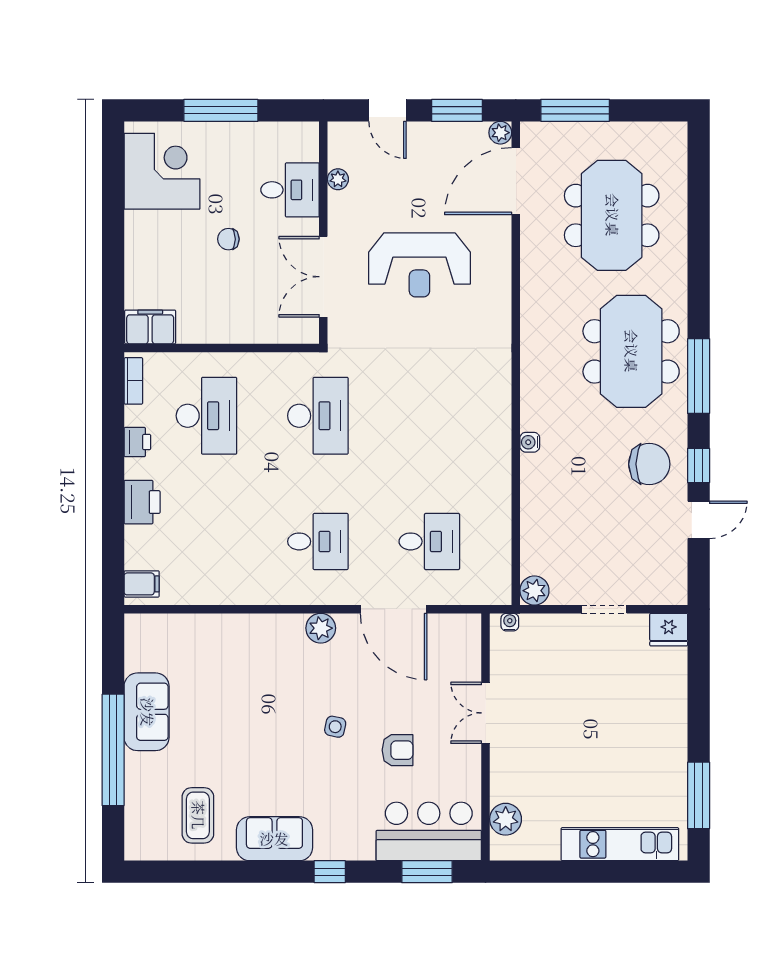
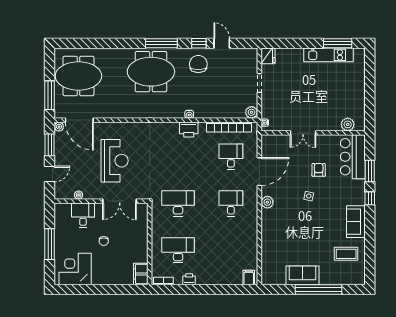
meeting table: (612, 215) -> (78, 76), moved
printer: (142, 502) -> (189, 129), moved, turned 180
bookcase: (500, 537) -> (229, 127), added
kitchen unit: (620, 844) -> (329, 55), moved, turned -90
window: (427, 872) -> (370, 171), moved

